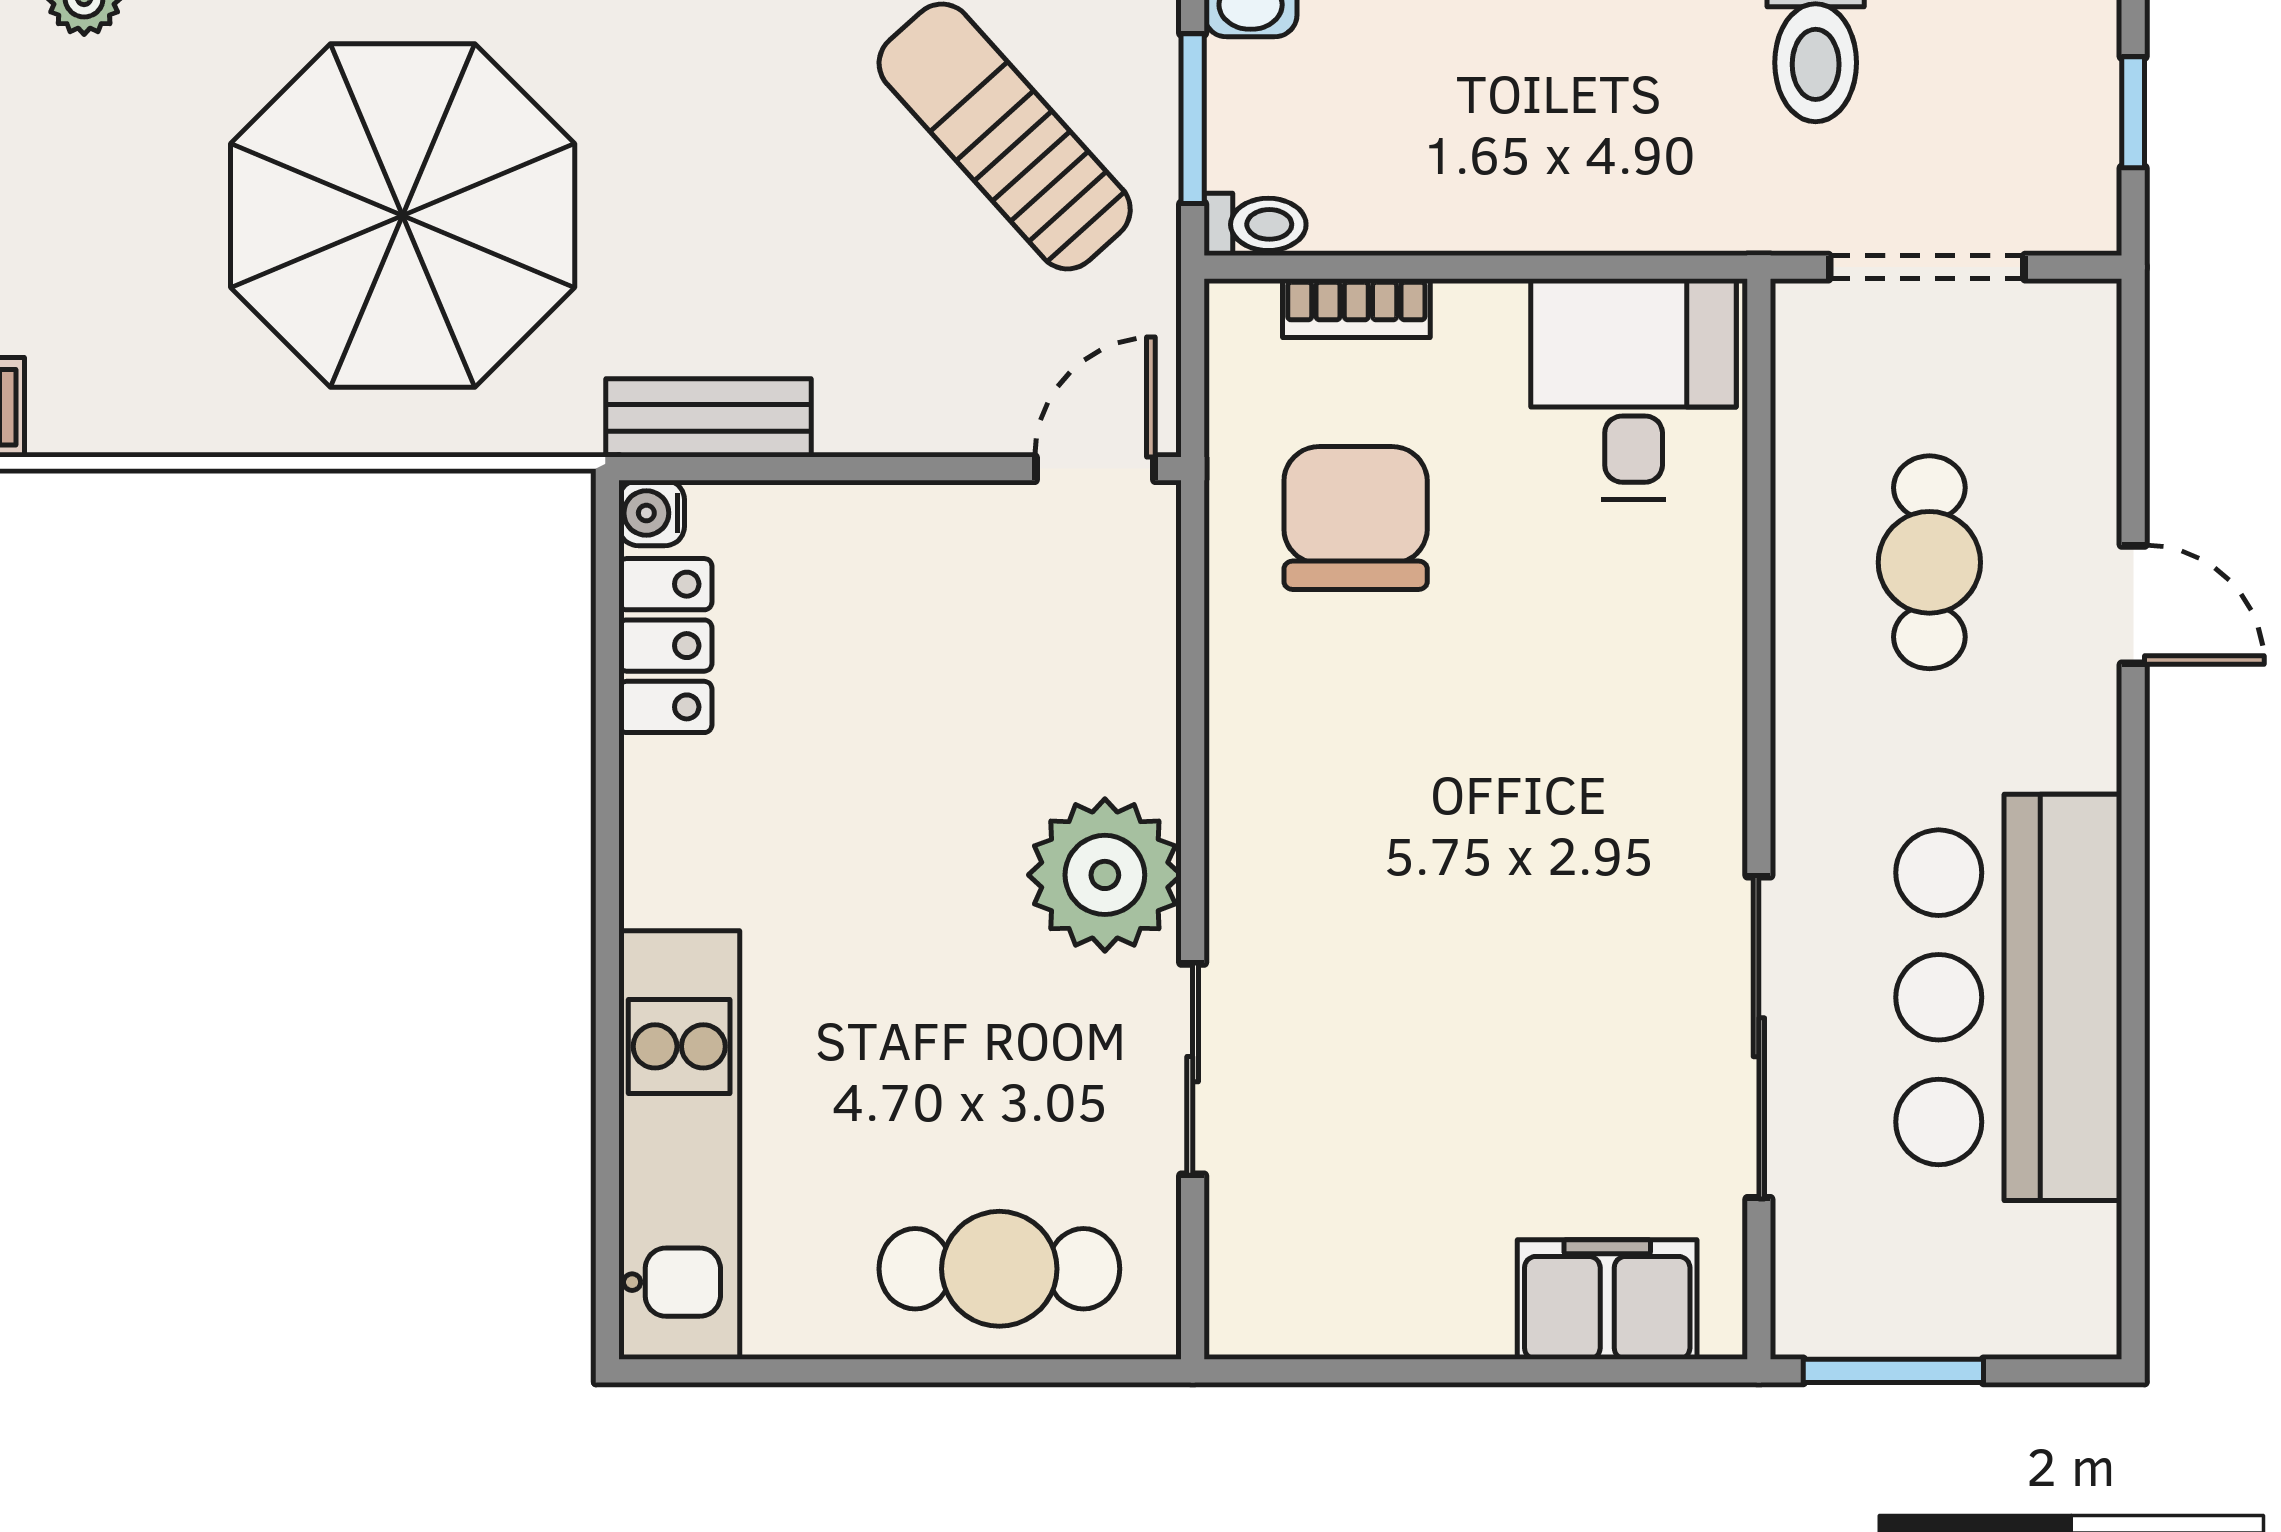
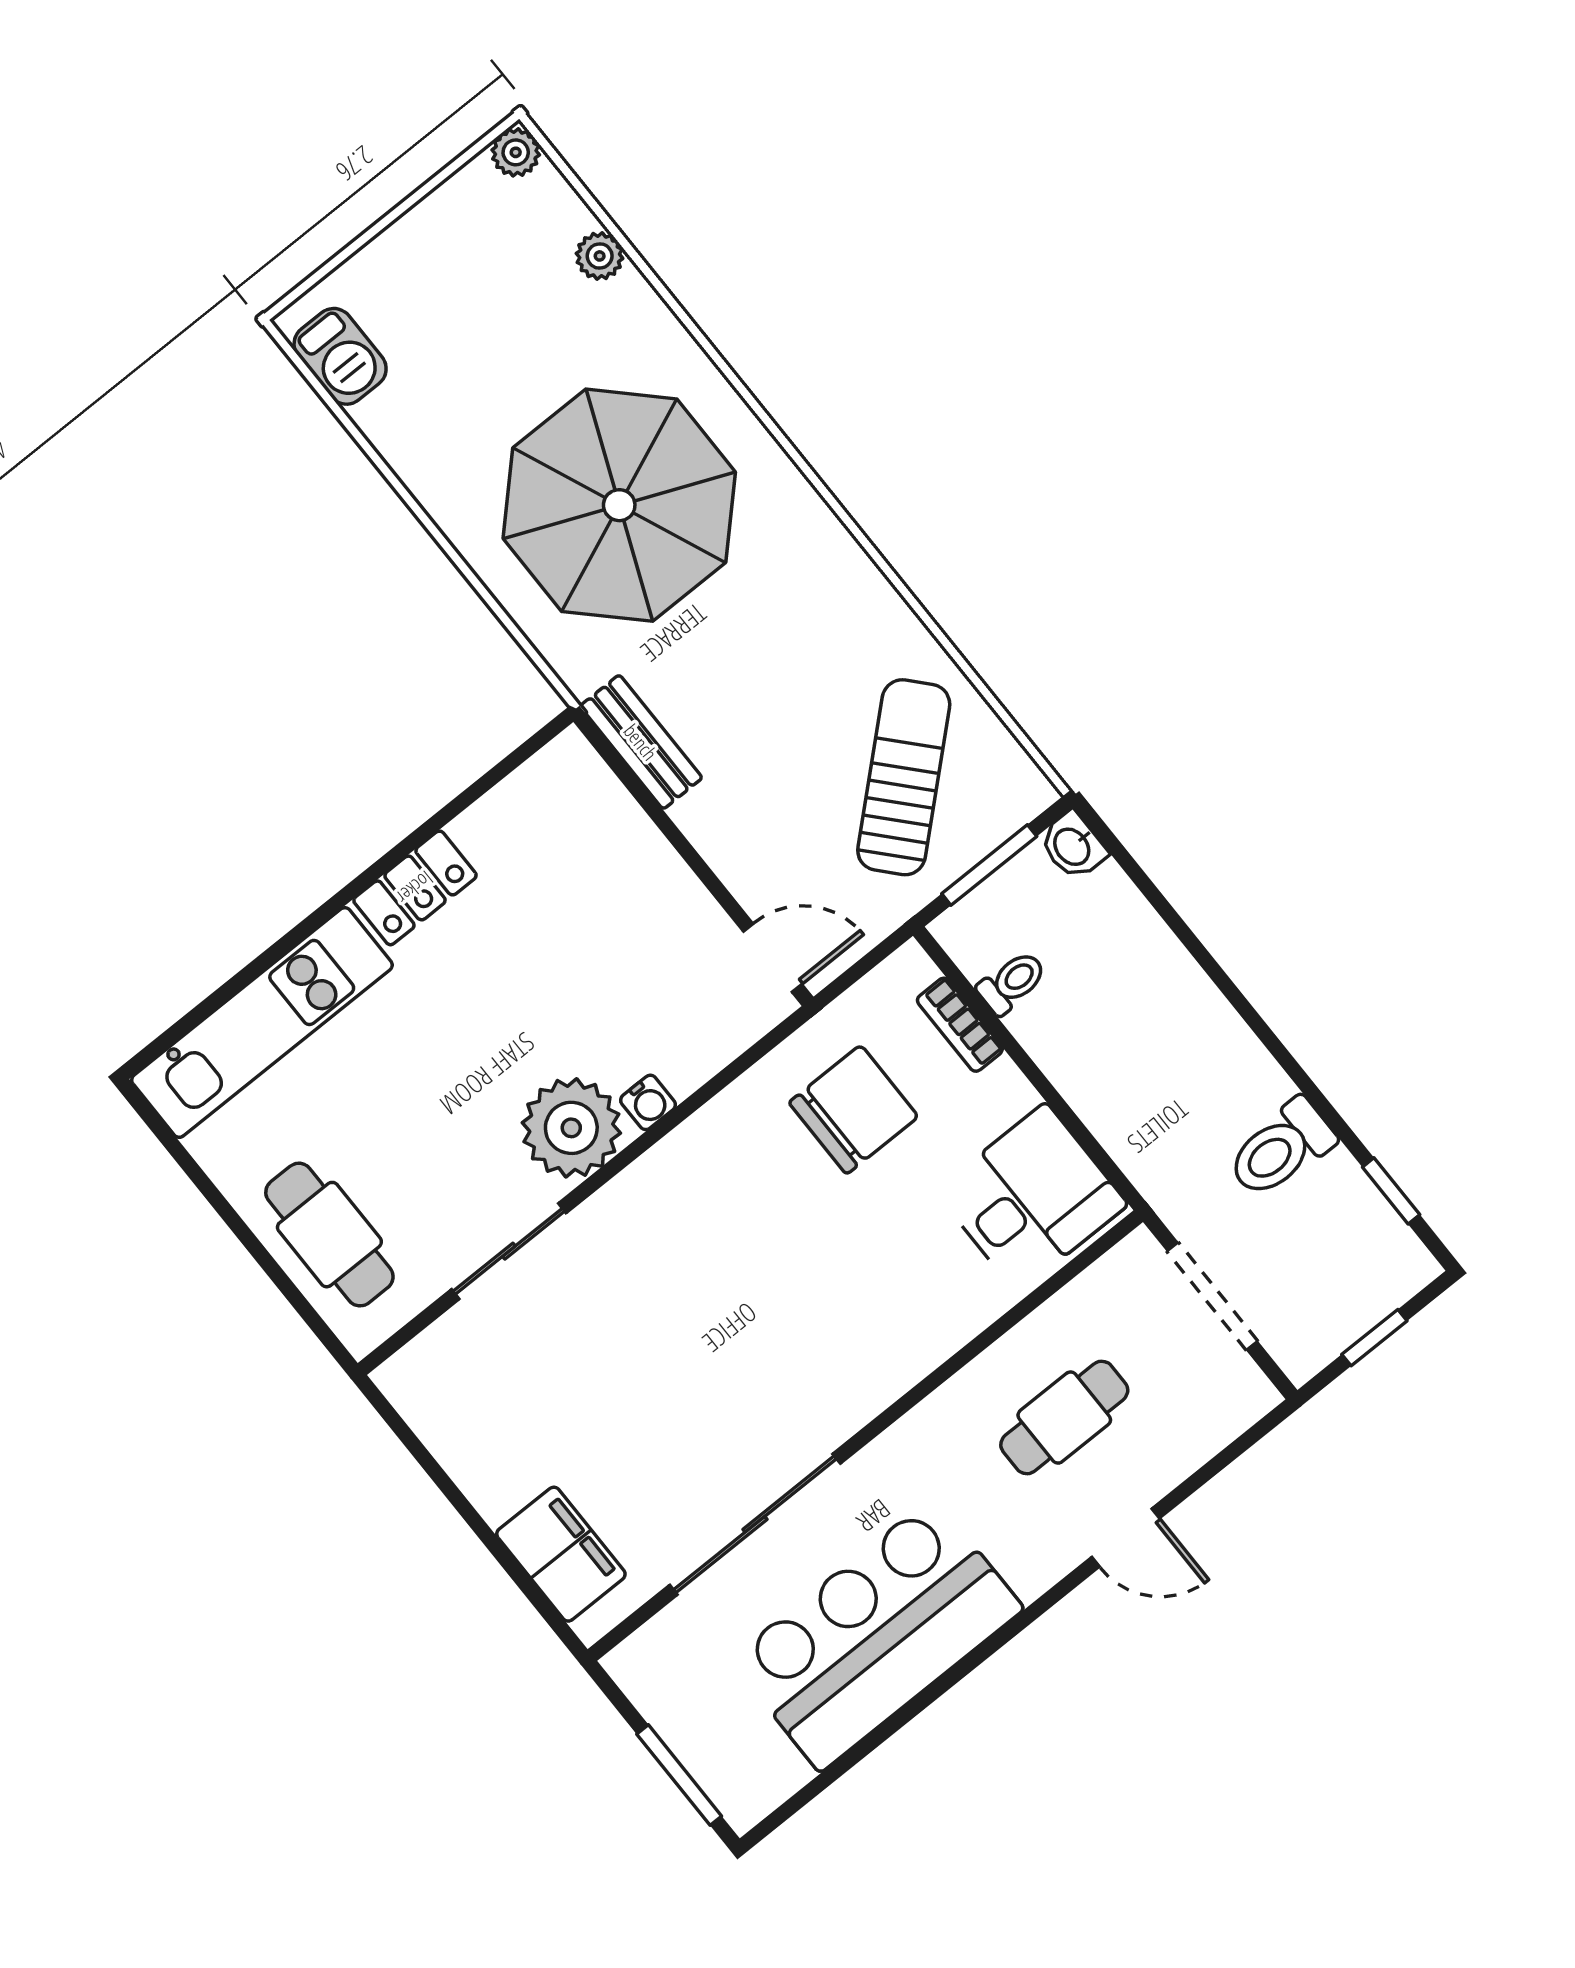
toilet: (1255, 224) -> (1012, 982), moved, turned -90
water cooler: (652, 513) -> (648, 1102), moved, turned 180
door: (2133, 605) -> (1126, 1538), hinge flipped
locker: (665, 646) -> (415, 888), moved
window: (1893, 1371) -> (679, 1775), moved

